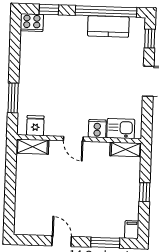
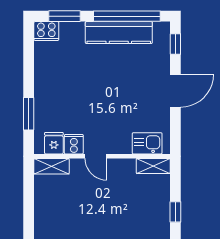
window: (49, 10) -> (65, 16), width x1.50
kitchen counter: (108, 27) -> (119, 33), width x1.50
cooker: (97, 129) -> (74, 144), moved

